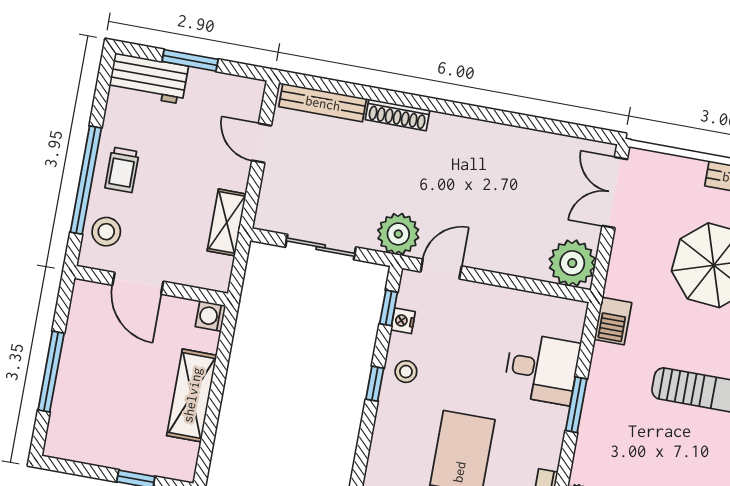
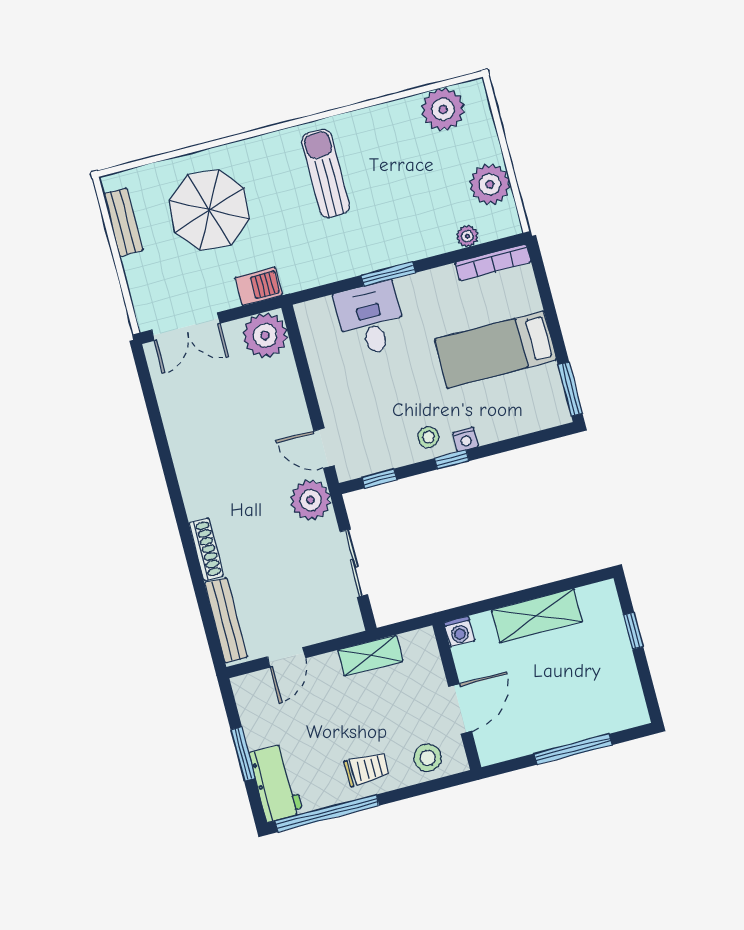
window: (86, 180) -> (327, 813), moved
nightstand: (403, 321) -> (466, 439), moved
barbecue: (613, 321) -> (259, 286), moved

